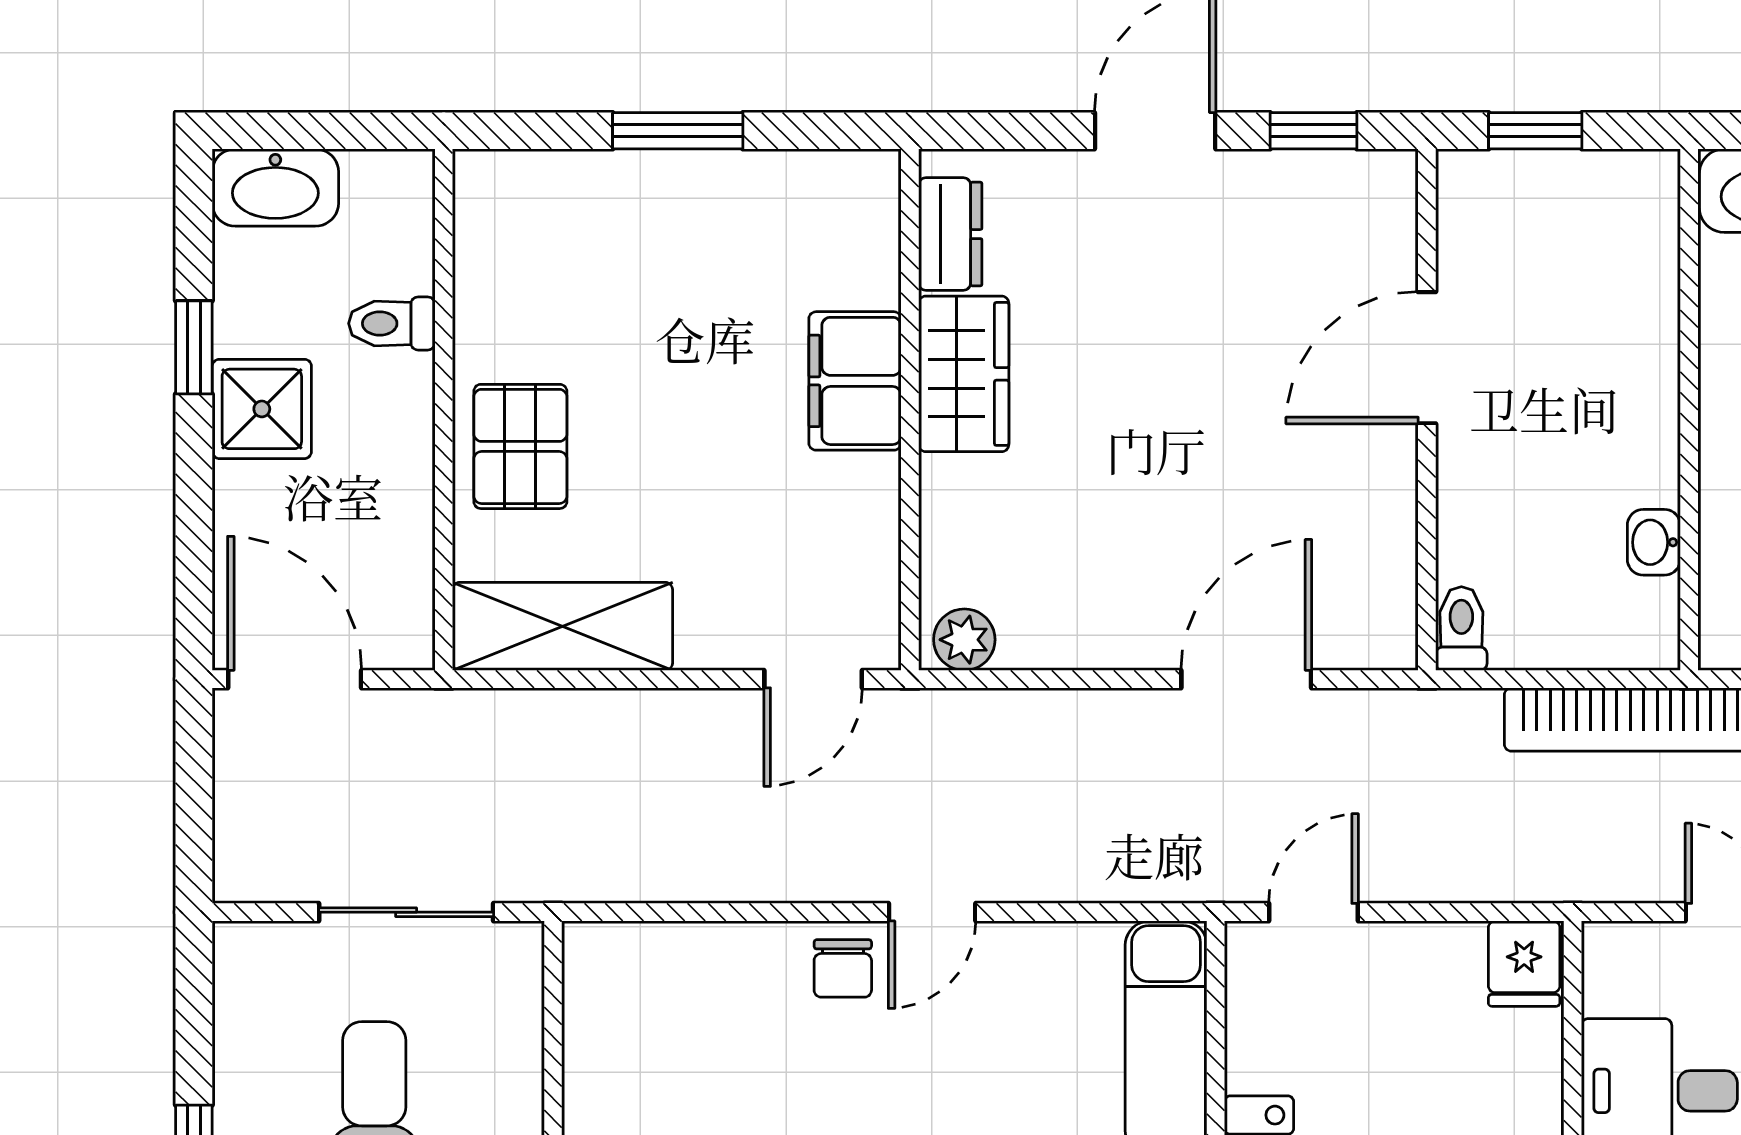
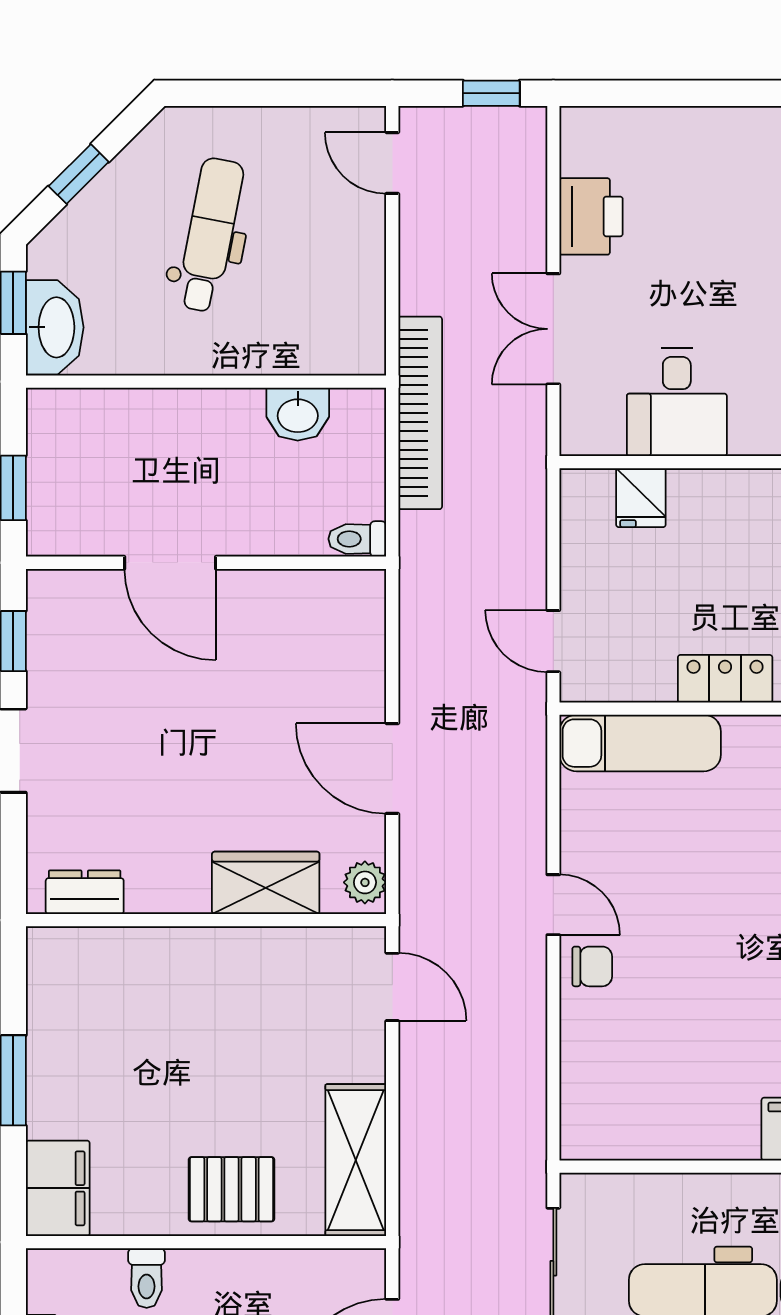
wardrobe: (964, 374) -> (266, 883), moved
filing cabinet: (855, 381) -> (58, 1188), moved, turned -90
washbasin: (1654, 542) -> (298, 414), width x1.38, depth x1.45
door: (1246, 679) -> (392, 769), moved
fridge: (1524, 964) -> (641, 498), moved, turned 90

